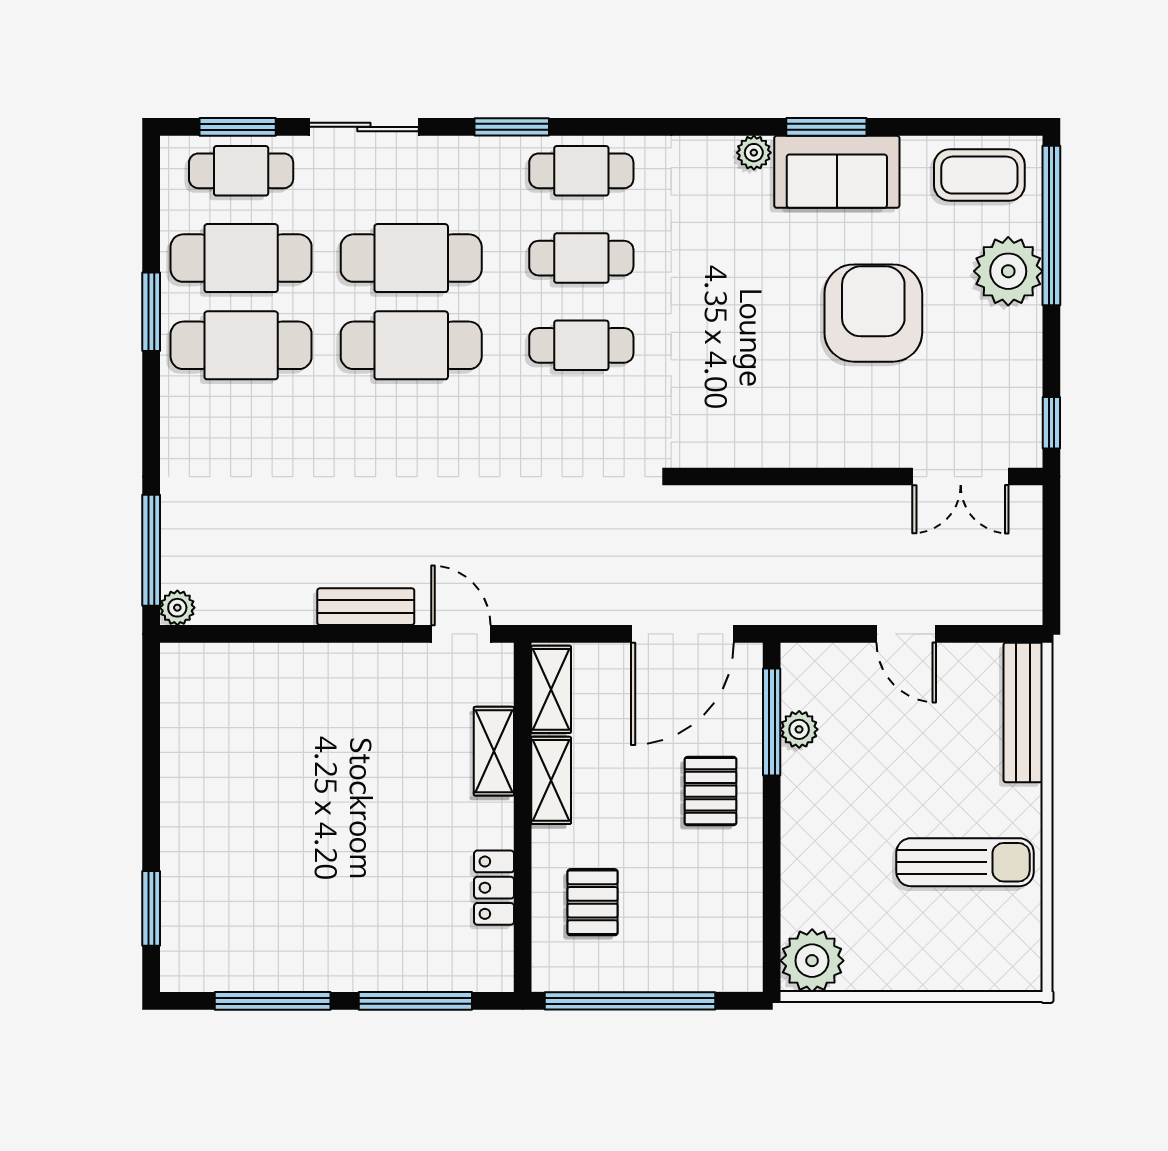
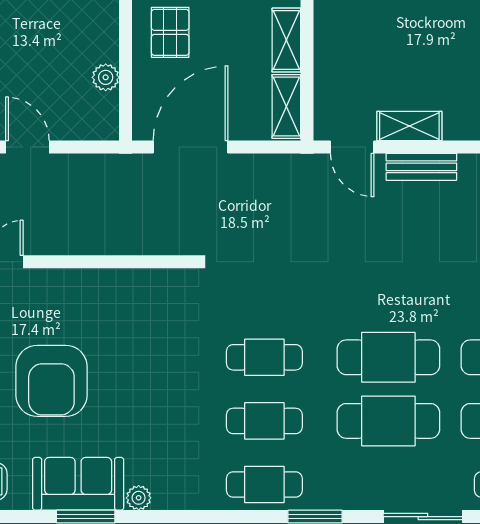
window: (772, 722) -> (126, 83), removed
shelving: (494, 751) -> (409, 126), moved, turned 90

